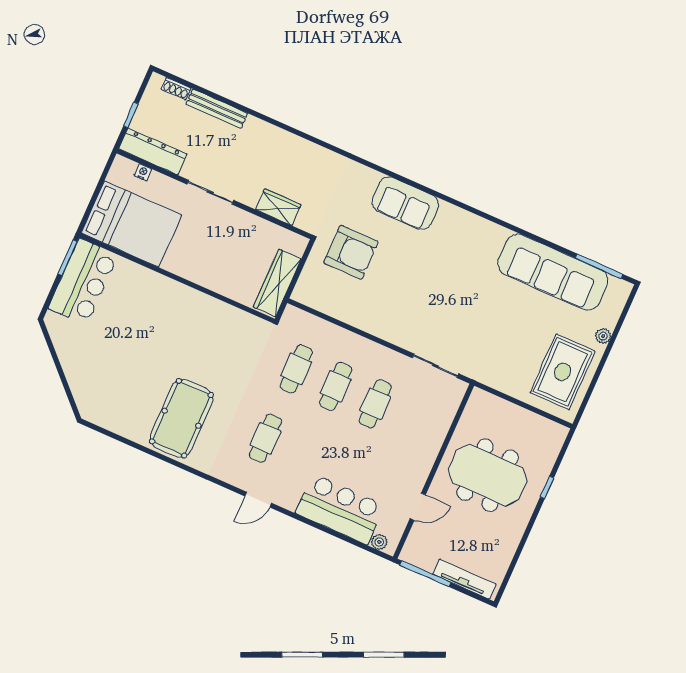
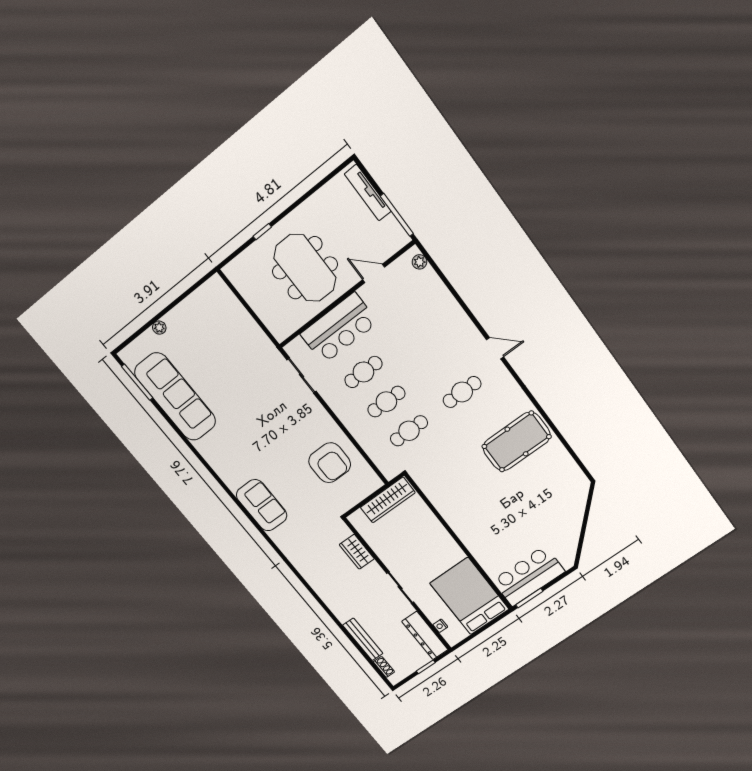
armchair: (351, 252) -> (330, 463), moved, turned 180
rug: (563, 372) -> (205, 317), removed
bar counter: (340, 509) -> (339, 328), moved, turned -90

